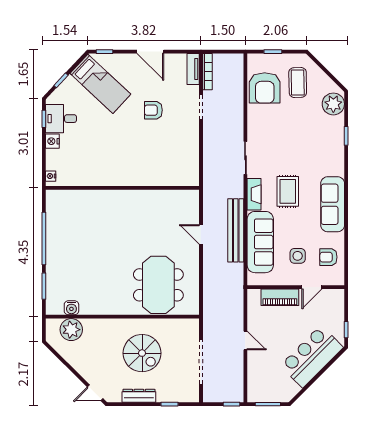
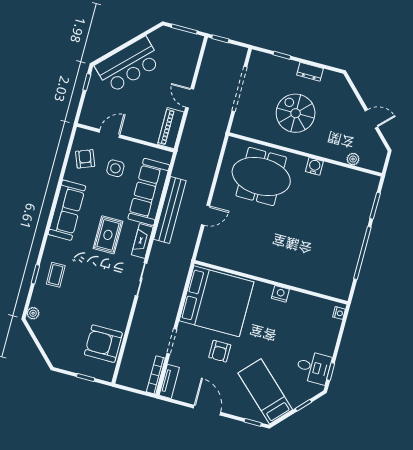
coffee table: (298, 82) -> (56, 275), moved, width x0.73, depth x0.77
armchair: (265, 88) -> (103, 344), turned -90
plant: (333, 104) -> (33, 313), width x0.53, depth x0.53
armchair: (153, 110) -> (220, 351), turned 90
nightstand: (52, 141) -> (280, 294), moved, turned -90
bed: (169, 156) -> (217, 301), added
door: (201, 234) -> (206, 215), hinge flipped
armchair: (328, 257) -> (85, 159), turned -111
meeting table: (158, 285) -> (261, 177), turned 90
piano: (280, 297) -> (171, 128), moved, turned -90
water cooler: (71, 308) -> (314, 166), moved
plant: (71, 330) -> (353, 159), width x0.53, depth x0.53
door: (95, 393) -> (371, 119), moved
dresser: (139, 396) -> (310, 72), width x0.70

